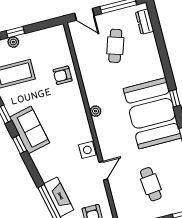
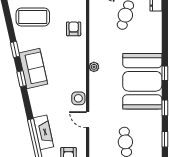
armchair: (63, 75) -> (74, 29), turned 90
door: (103, 171) -> (88, 120), swing flipped

